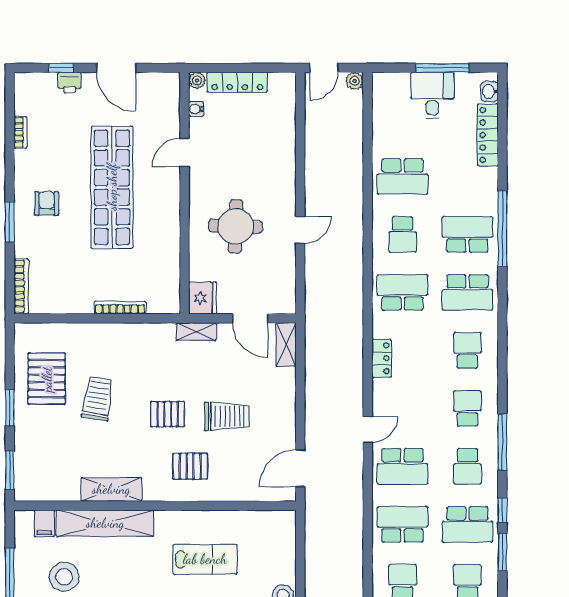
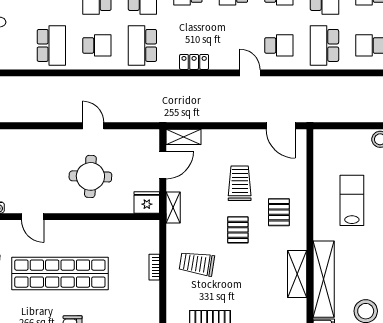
bookcase: (120, 308) -> (154, 267), width x0.64
trolley: (98, 398) -> (197, 264), moved
school desk: (403, 466) -> (279, 45), width x0.54

